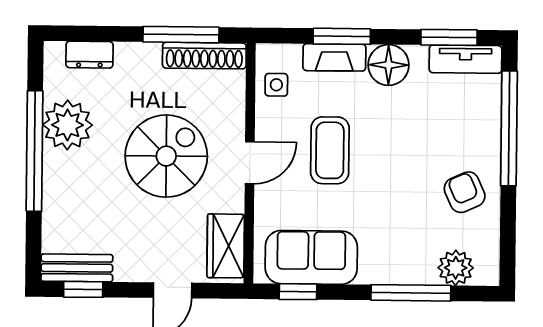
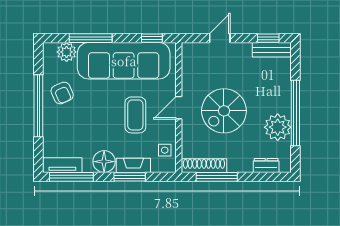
window: (449, 37) -> (71, 177), width x1.44
window: (509, 128) -> (38, 106), moved
wardrobe: (226, 246) -> (191, 63), removed
sofa: (311, 257) -> (124, 61), width x1.85, depth x1.27

